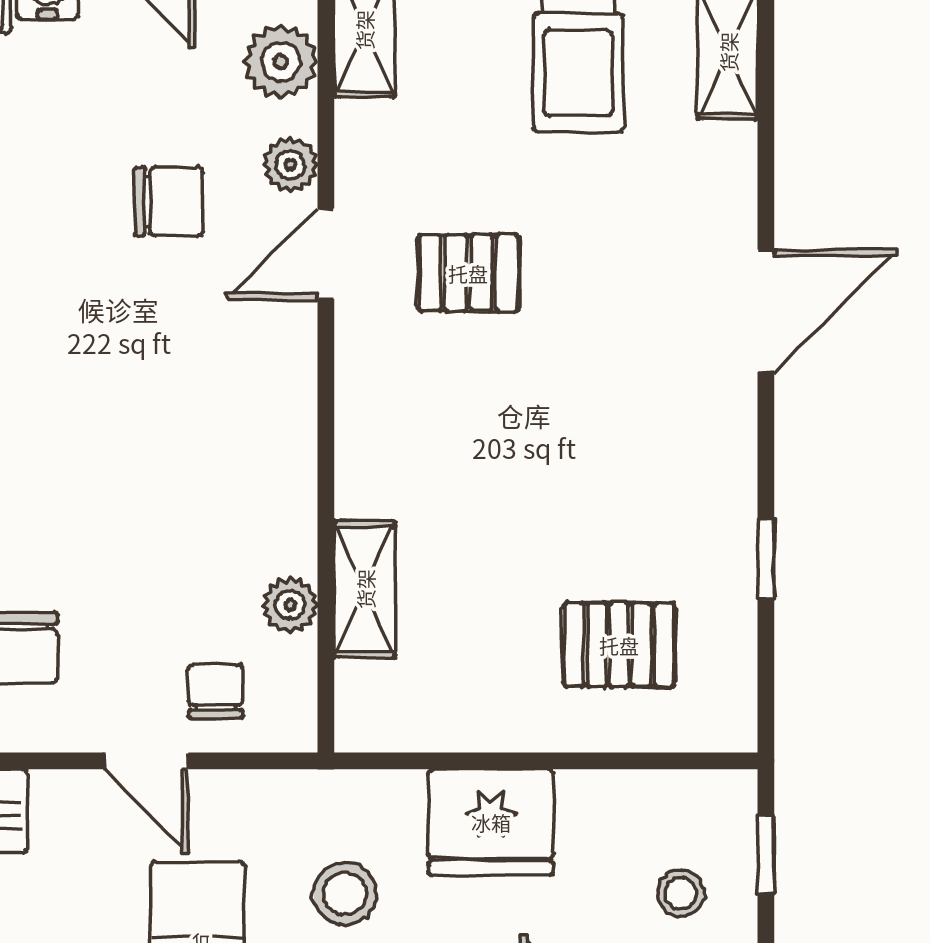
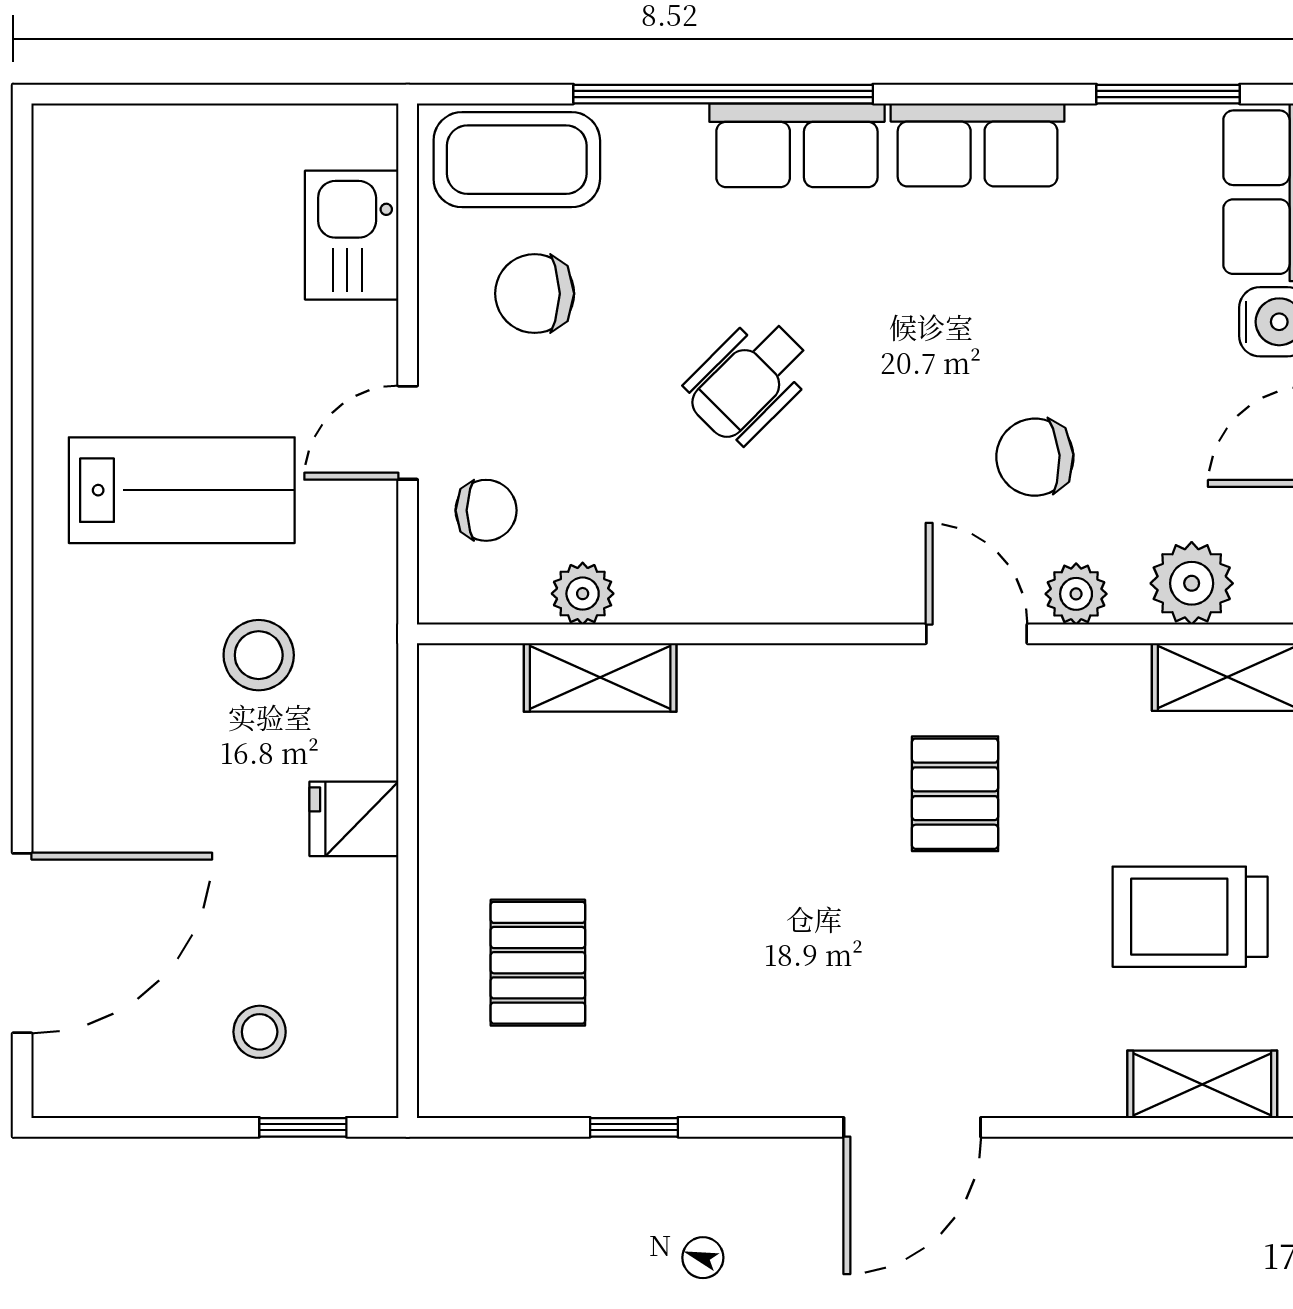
chair: (168, 201) -> (1035, 457), turned 86
door: (766, 311) -> (912, 1127), hinge flipped
wheelchair: (100, 457) -> (749, 381), added
fridge: (491, 822) -> (354, 819), width x0.53, depth x0.75

